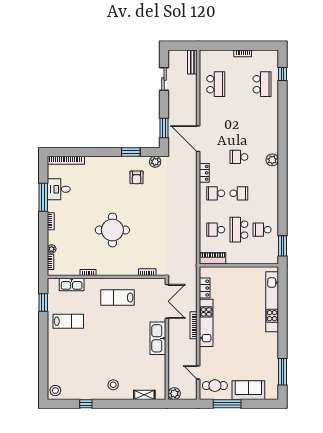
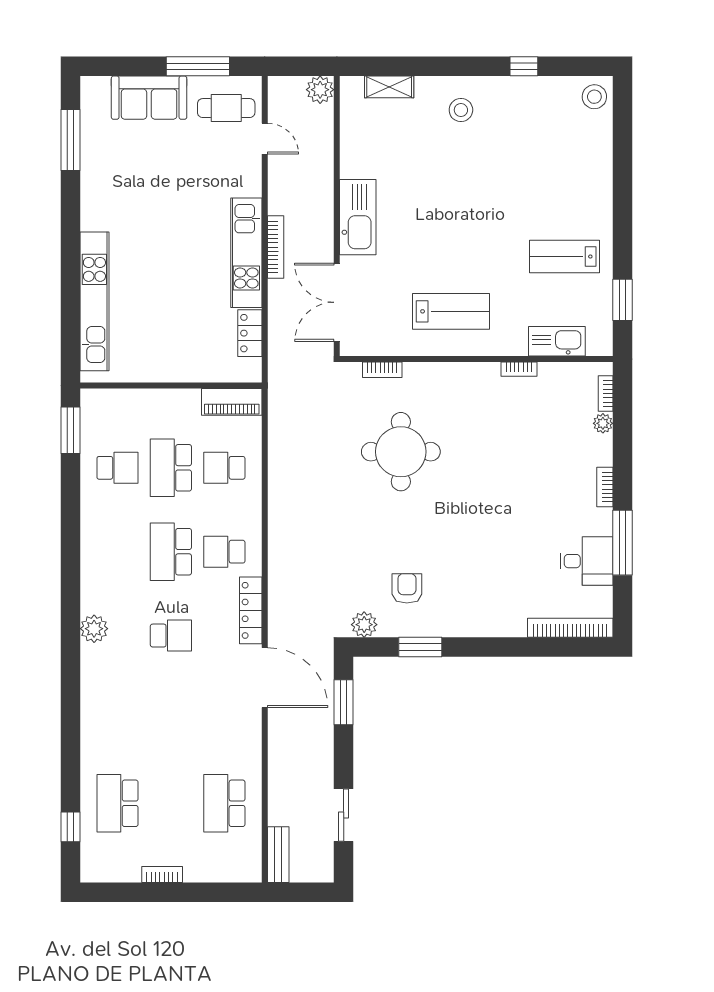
locker: (204, 173) -> (251, 610), width x1.53
school desk: (216, 193) -> (224, 552), turned 180
school desk: (239, 193) -> (171, 552), width x1.85
round table: (112, 230) -> (401, 452), moved
school desk: (216, 230) -> (224, 468), turned 180
school desk: (239, 230) -> (171, 468), turned 180

